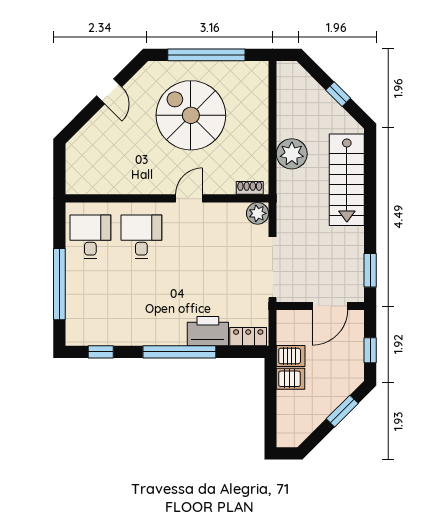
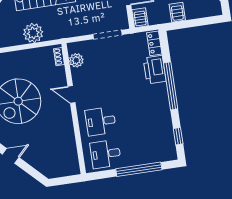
plant: (258, 213) -> (76, 60), moved
doorway: (273, 267) -> (108, 34), width x0.73
server rack: (291, 356) -> (140, 18), moved

